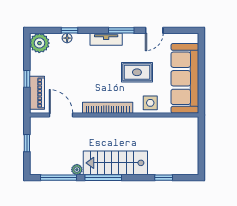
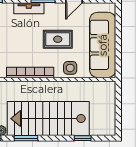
stairs: (115, 163) -> (48, 119), width x1.36, depth x1.51
window: (103, 178) -> (26, 138), width x0.69

